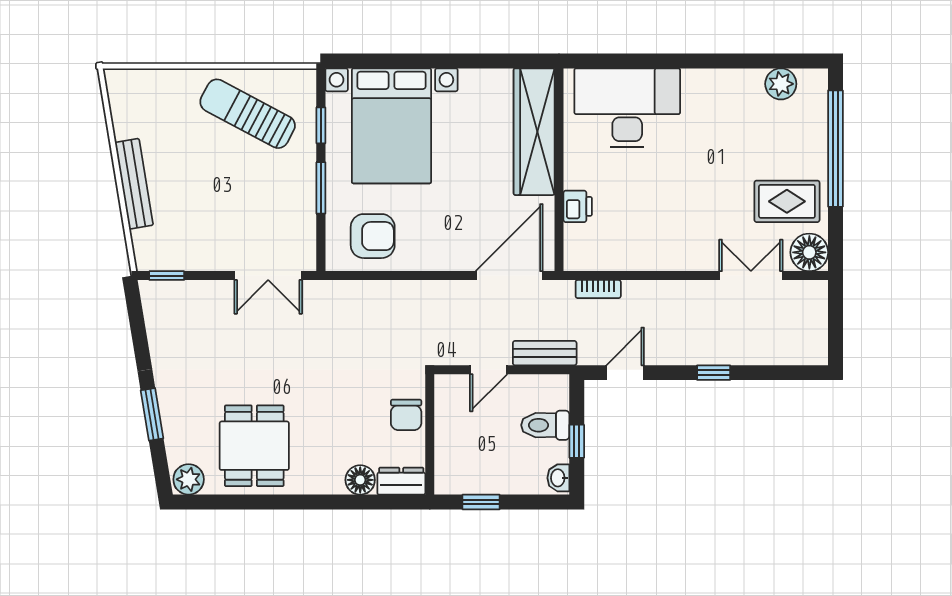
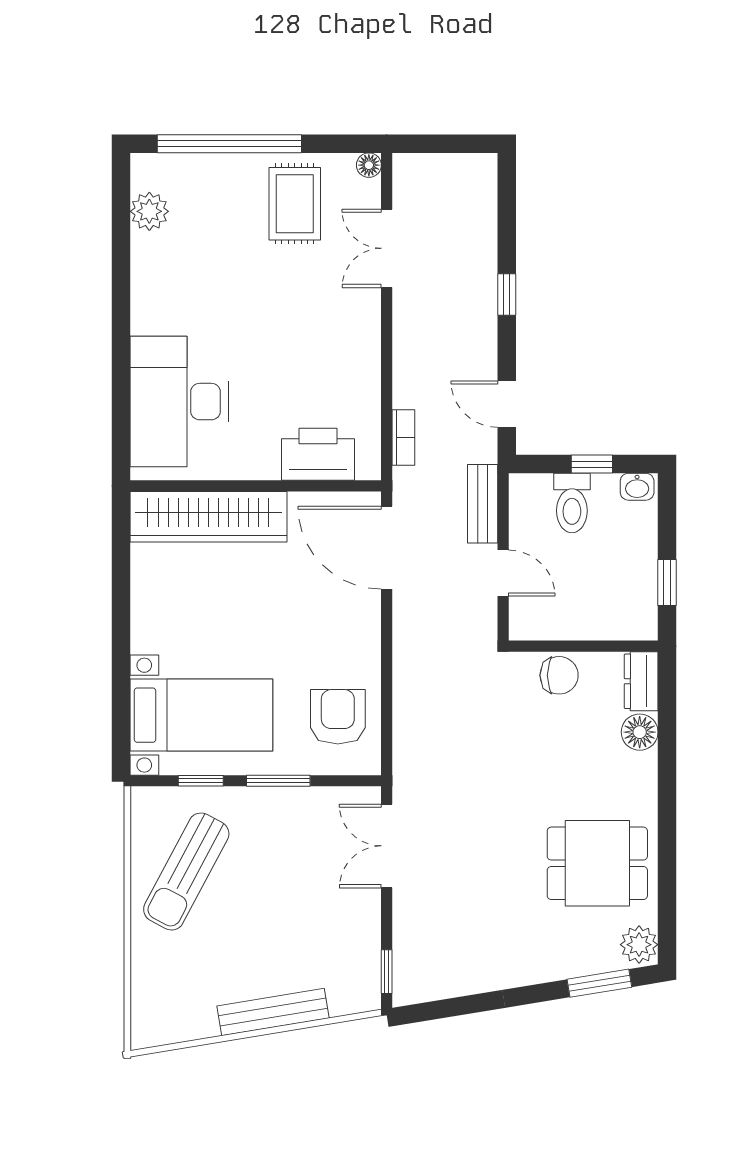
bed with nightstands: (391, 126) -> (201, 715), width x0.73
printer: (578, 206) -> (318, 454), width x1.87, depth x1.48
floor lamp: (809, 252) -> (369, 165), width x0.53, depth x0.53
double door: (268, 276) -> (387, 846), swing flipped
window: (152, 414) -> (599, 983), moved

